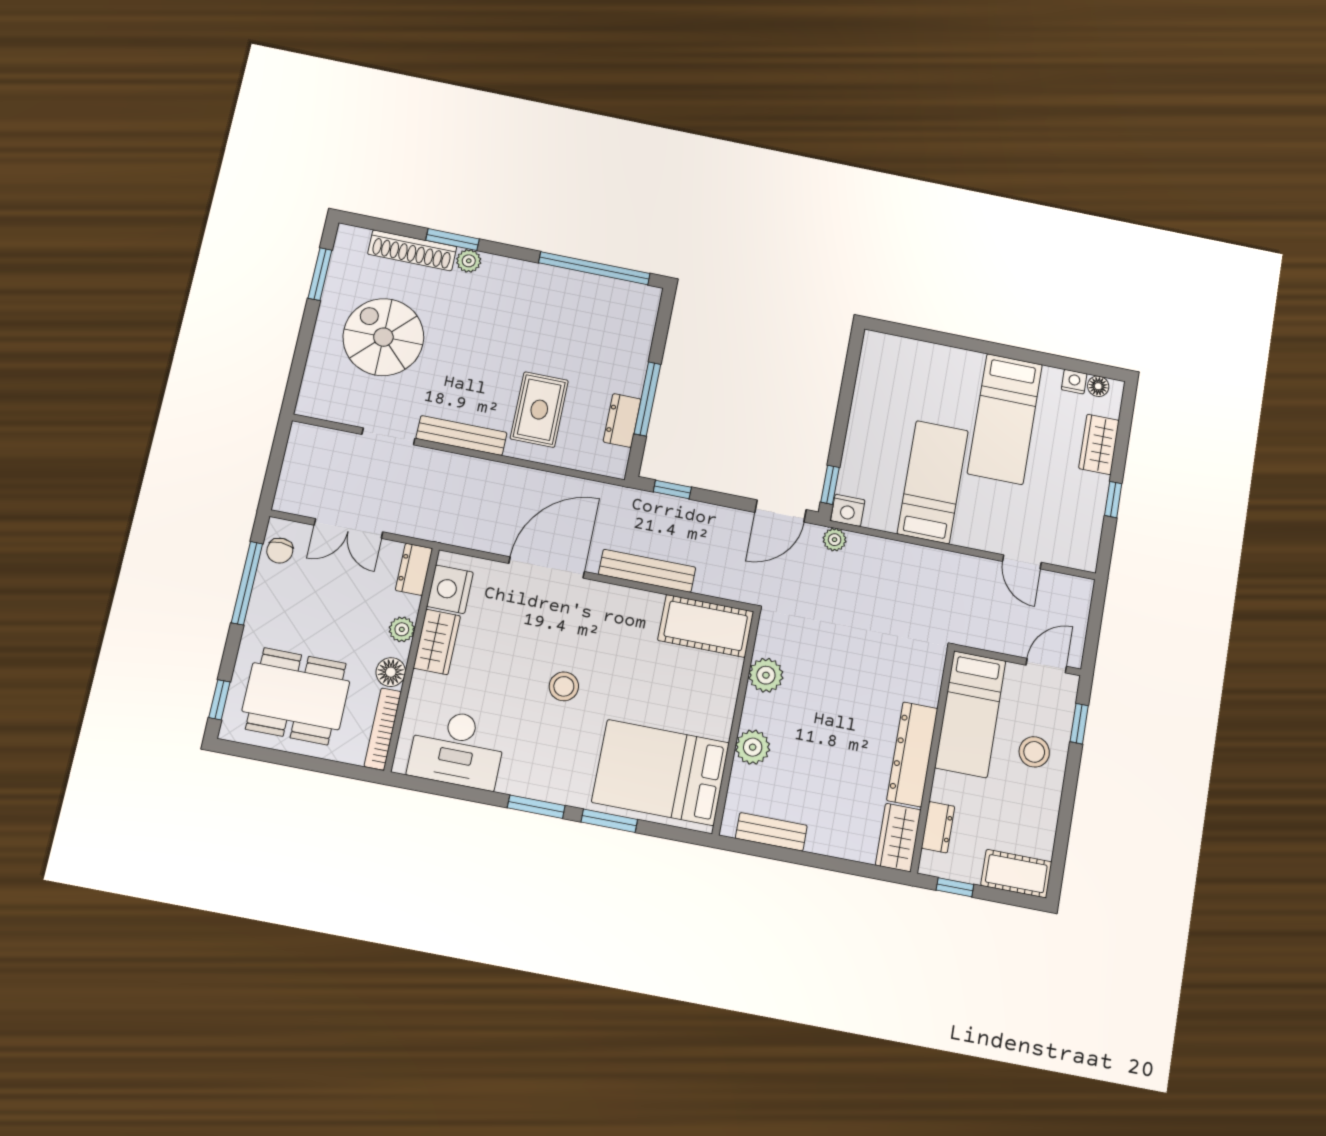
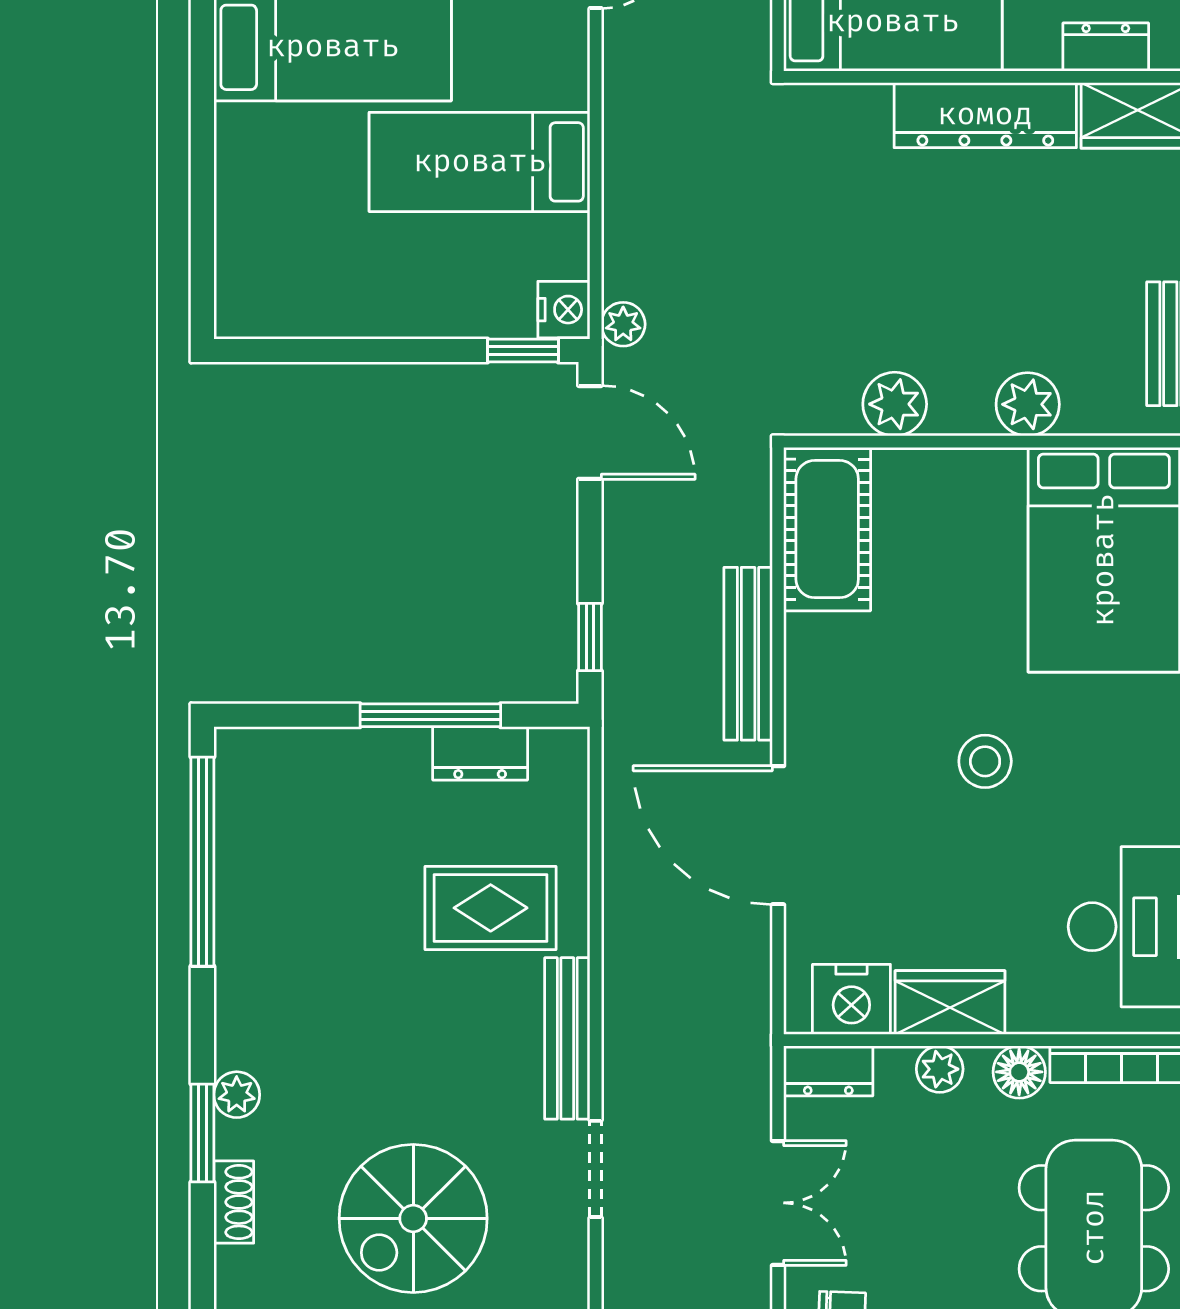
shoe rack: (412, 250) -> (234, 1202), width x0.51, depth x0.81

